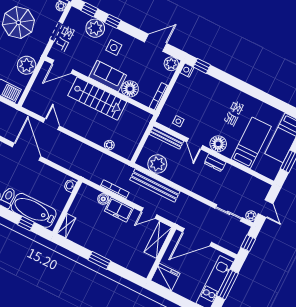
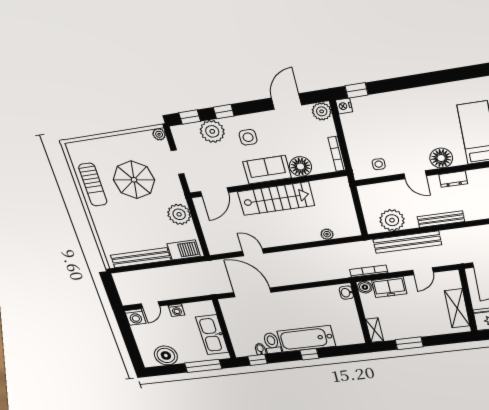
bench: (166, 138) -> (441, 219), moved
washbasin: (70, 185) -> (346, 293), moved
wall: (67, 207) -> (361, 313), moved
shelving: (66, 226) -> (375, 330), moved
shelving: (158, 240) -> (457, 308), moved

